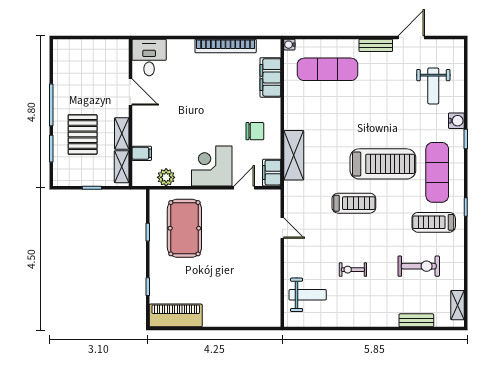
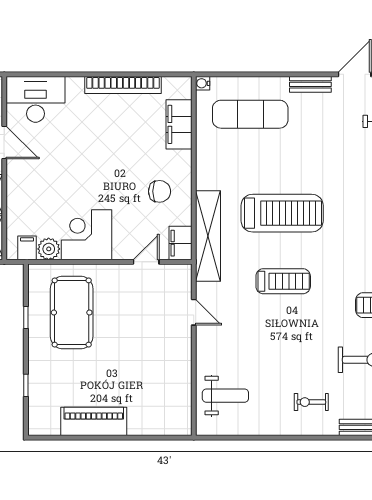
desk: (149, 57) -> (36, 99), width x1.37
filing cabinet: (142, 153) -> (27, 248), moved, turned -90
shelving: (294, 155) -> (208, 236), width x1.47
treadmill: (383, 164) -> (282, 213), moved
corner desk: (212, 166) -> (87, 235), moved
exercise bike: (353, 270) -> (311, 402), moved
piano: (176, 315) -> (94, 421), moved

